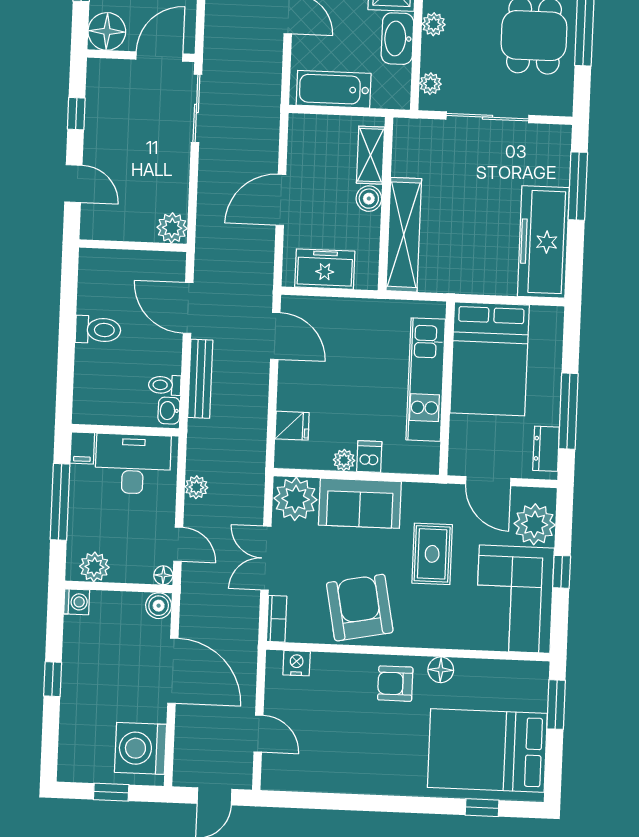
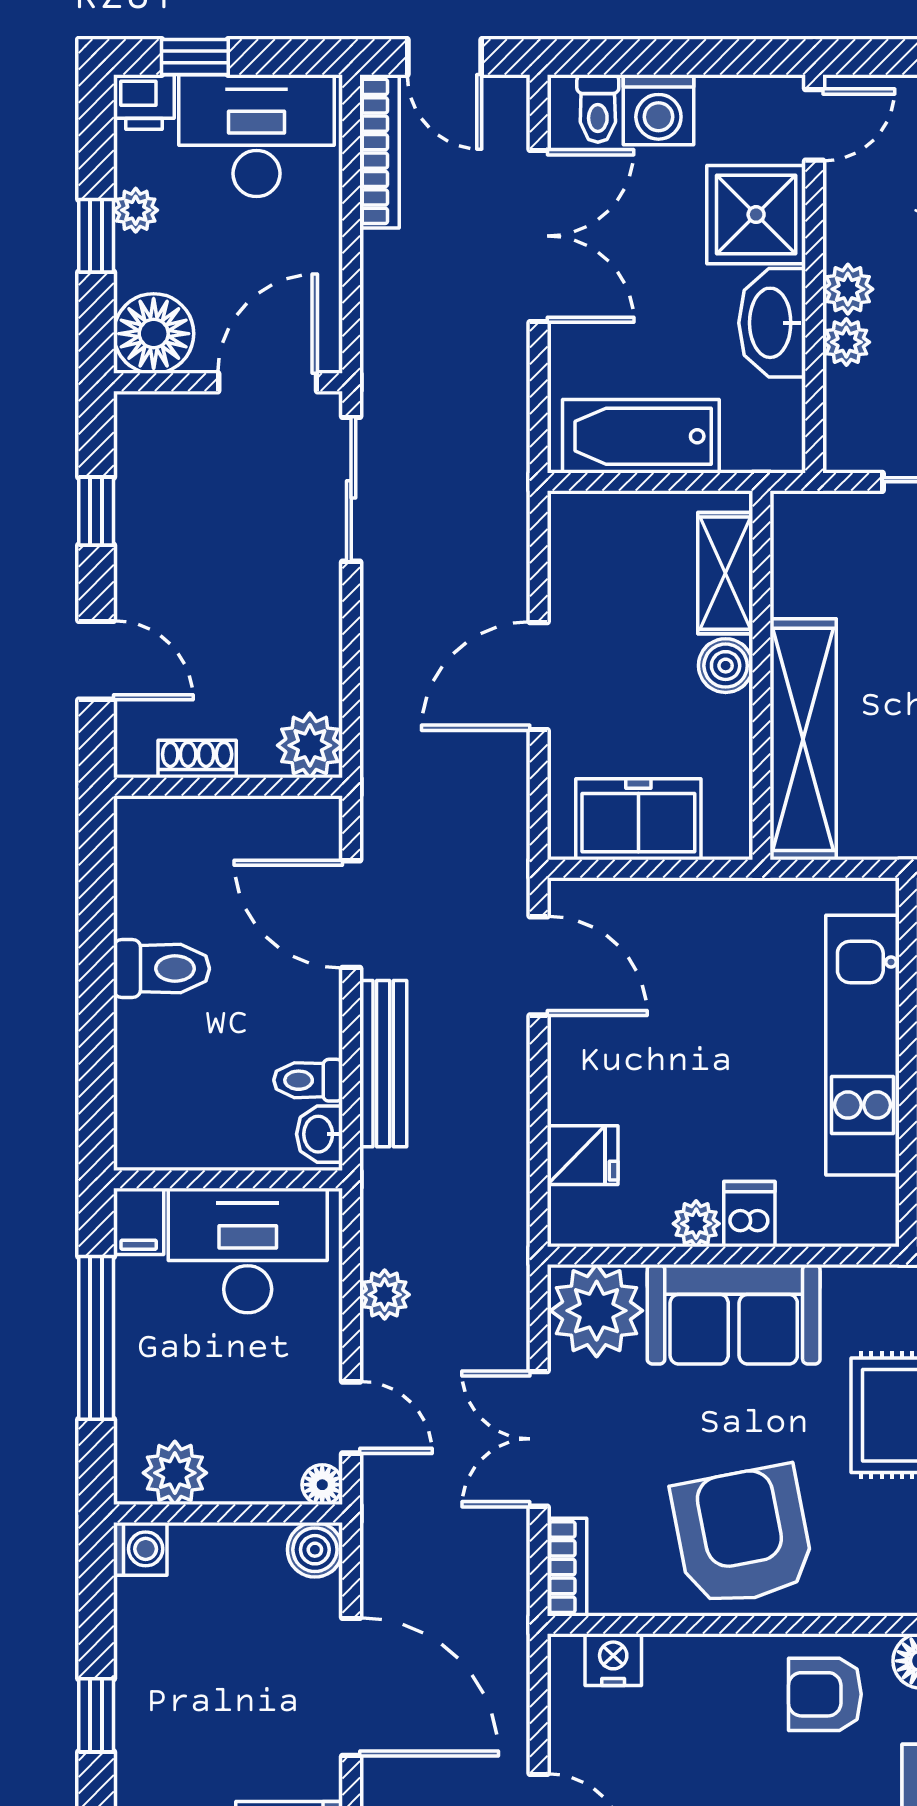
plant: (430, 84) -> (846, 342), moved
shoe rack: (119, 232) -> (197, 759), added

